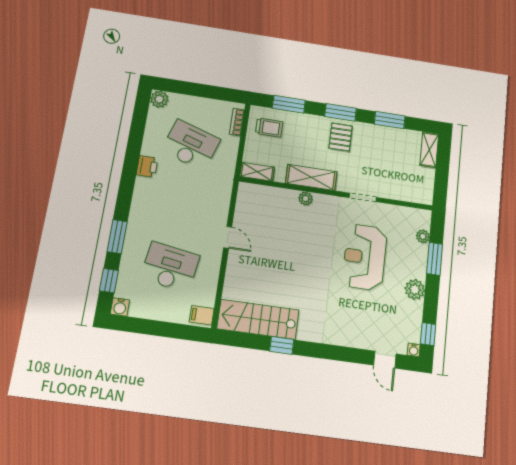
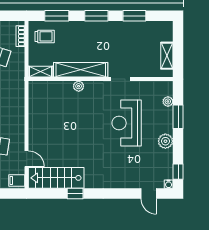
pallet: (341, 137) -> (99, 35), removed
shelving: (429, 150) -> (167, 56), moved
shelving: (311, 177) -> (81, 70), width x1.47
door: (228, 237) -> (27, 159), moved

